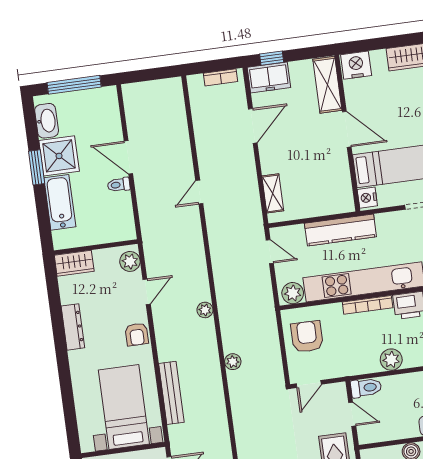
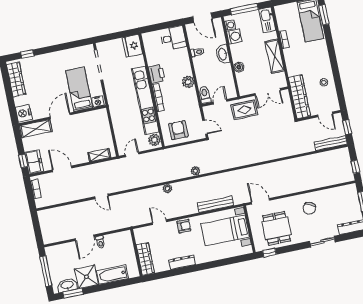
window: (37, 167) -> (73, 293), moved
kitchen counter: (340, 230) -> (117, 115), removed
plant: (130, 261) -> (143, 233), removed
wardrobe: (74, 263) -> (145, 259), width x1.50
armchair: (307, 337) -> (178, 130), turned 90

